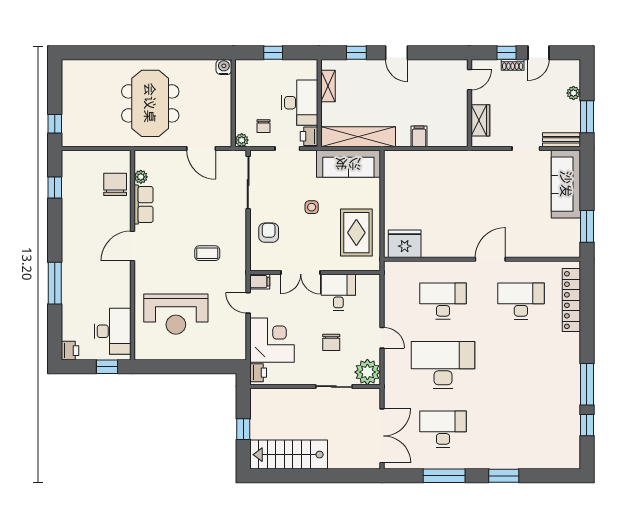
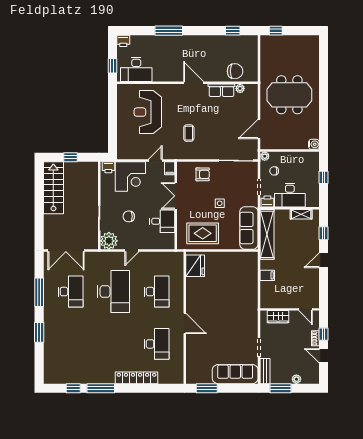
locker: (571, 300) -> (137, 378), moved

